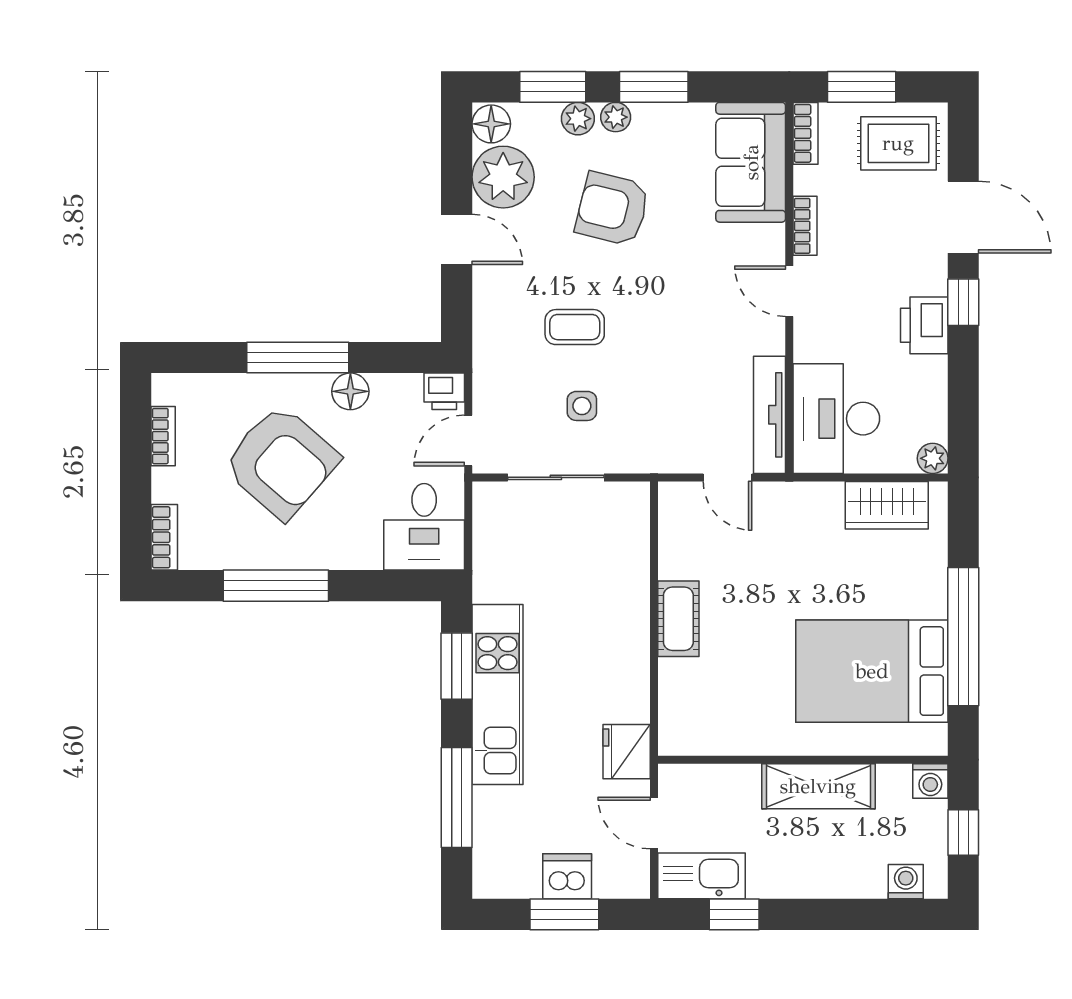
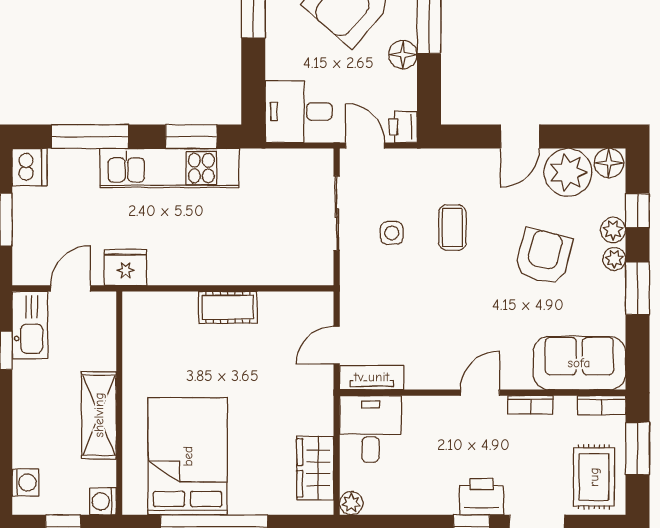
window: (553, 87) -> (637, 211), width x0.67
printer: (924, 325) -> (482, 497), moved
tv unit: (769, 415) -> (372, 377), width x0.71
desk: (836, 419) -> (370, 429), width x0.73
dishwasher: (567, 876) -> (30, 167), moved

